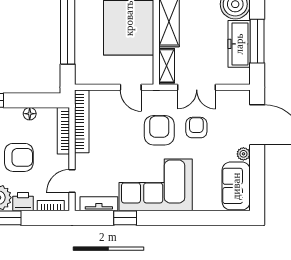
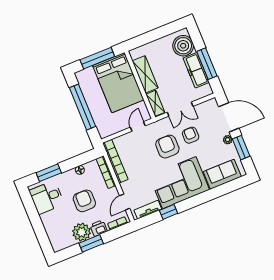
door: (131, 87) -> (138, 126), swing flipped
armchair: (19, 157) -> (84, 201), turned -90
window: (257, 172) -> (241, 148), added
sofa: (236, 186) -> (222, 174), moved, turned 90

